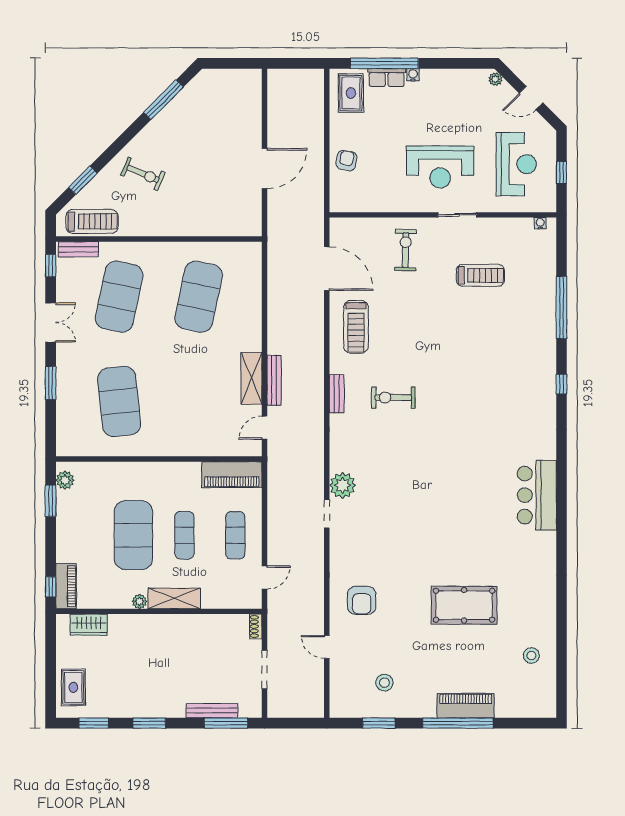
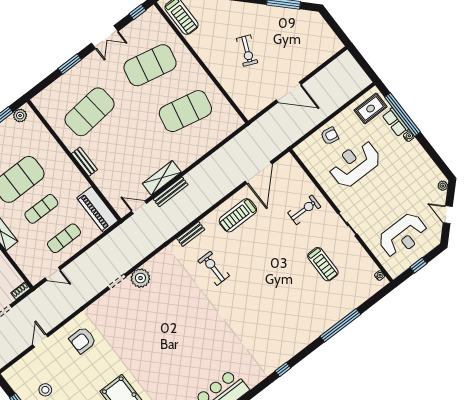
reception desk: (440, 167) -> (355, 164), moved, turned 90
exercise bike: (143, 174) -> (247, 51), moved
bench: (78, 249) -> (84, 162), moved
window: (561, 384) -> (283, 370), moved

